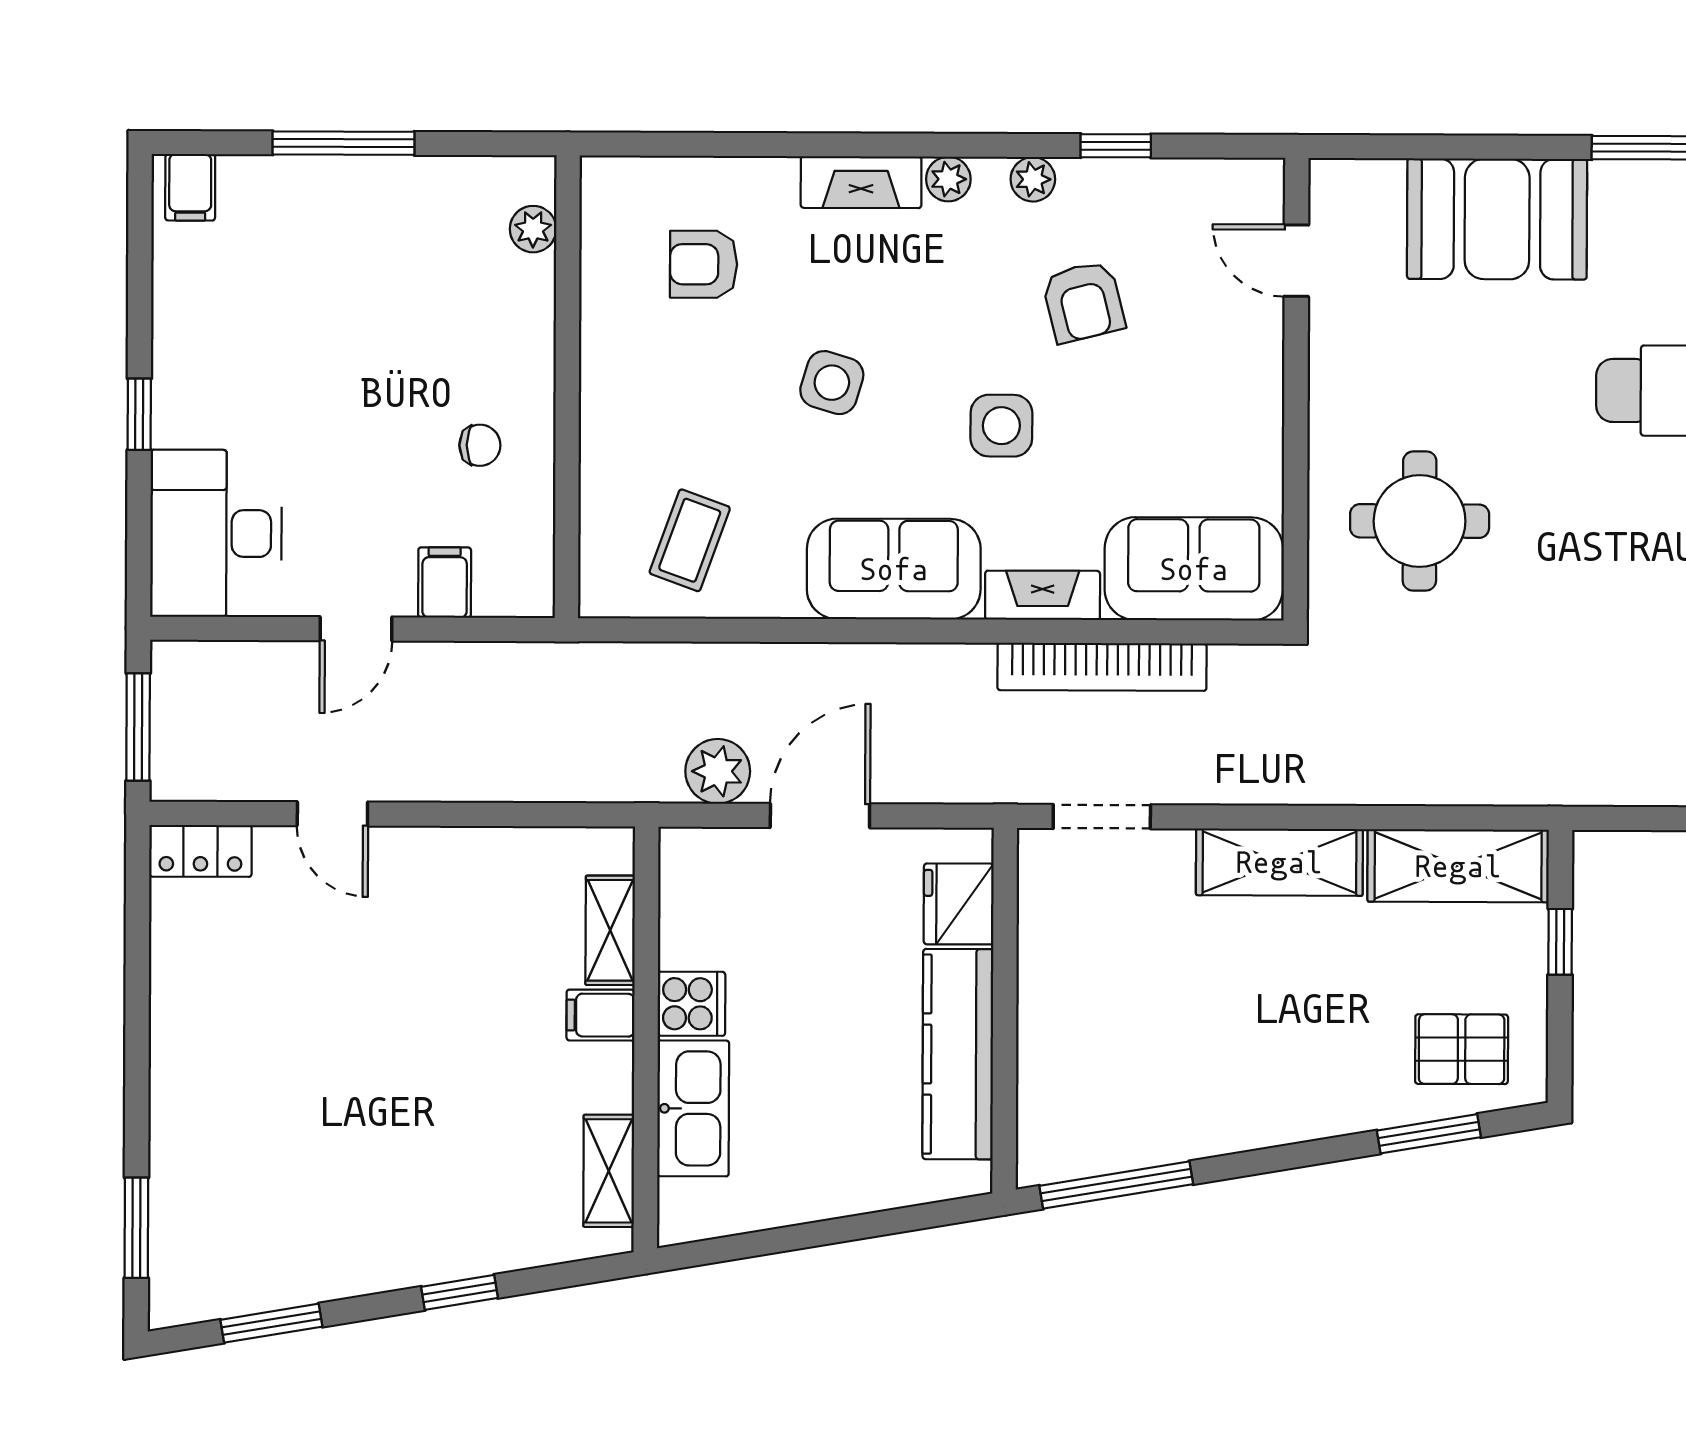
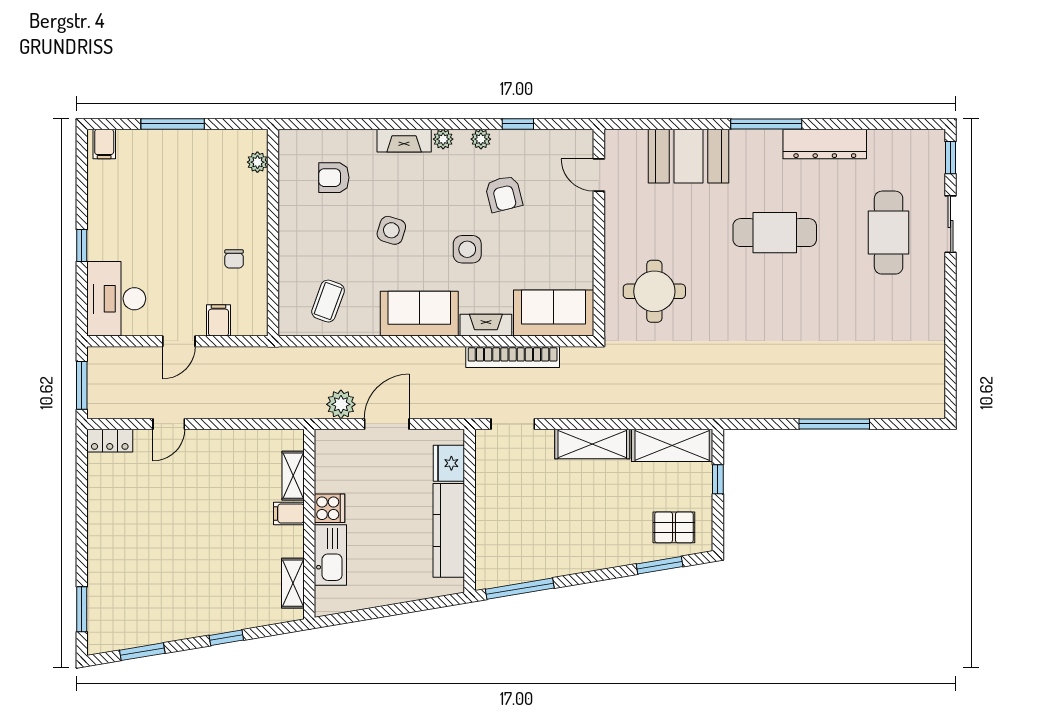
chair: (480, 445) -> (234, 259), turned 90
door: (332, 814) -> (169, 424), hinge flipped

